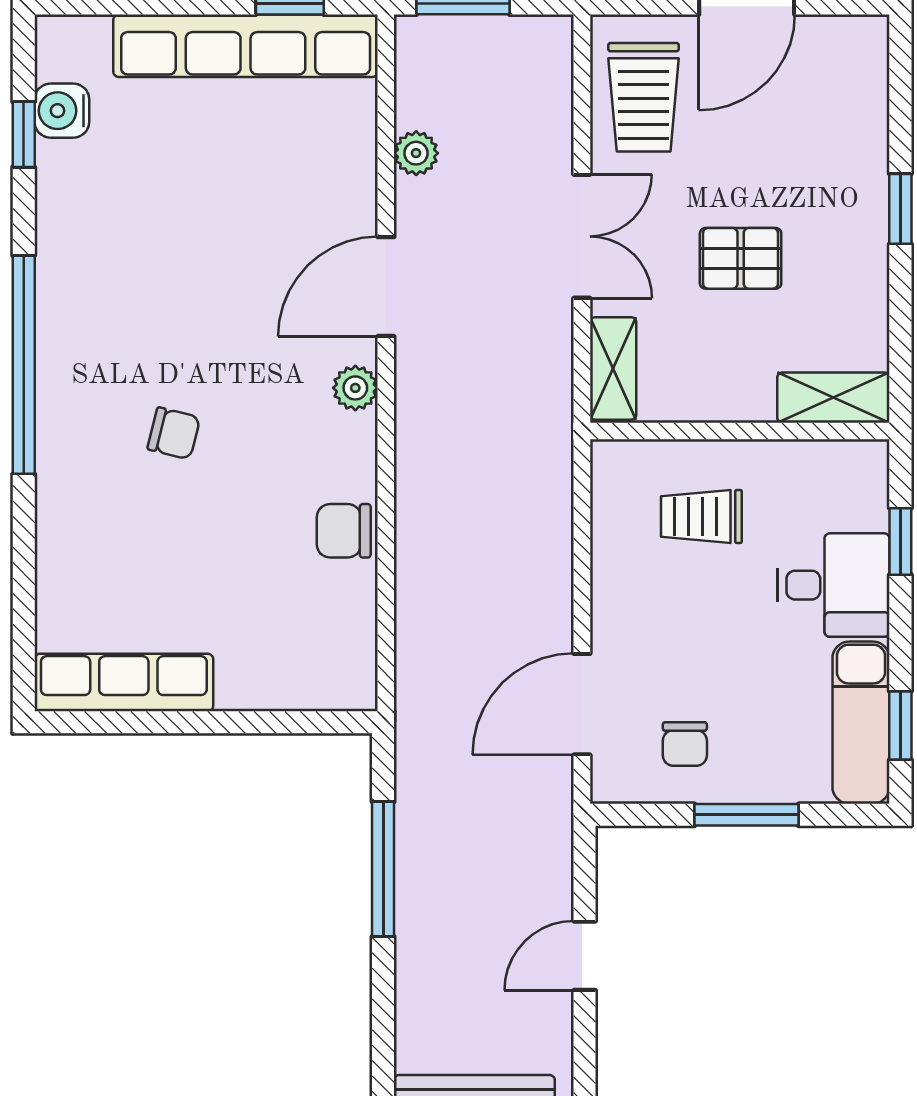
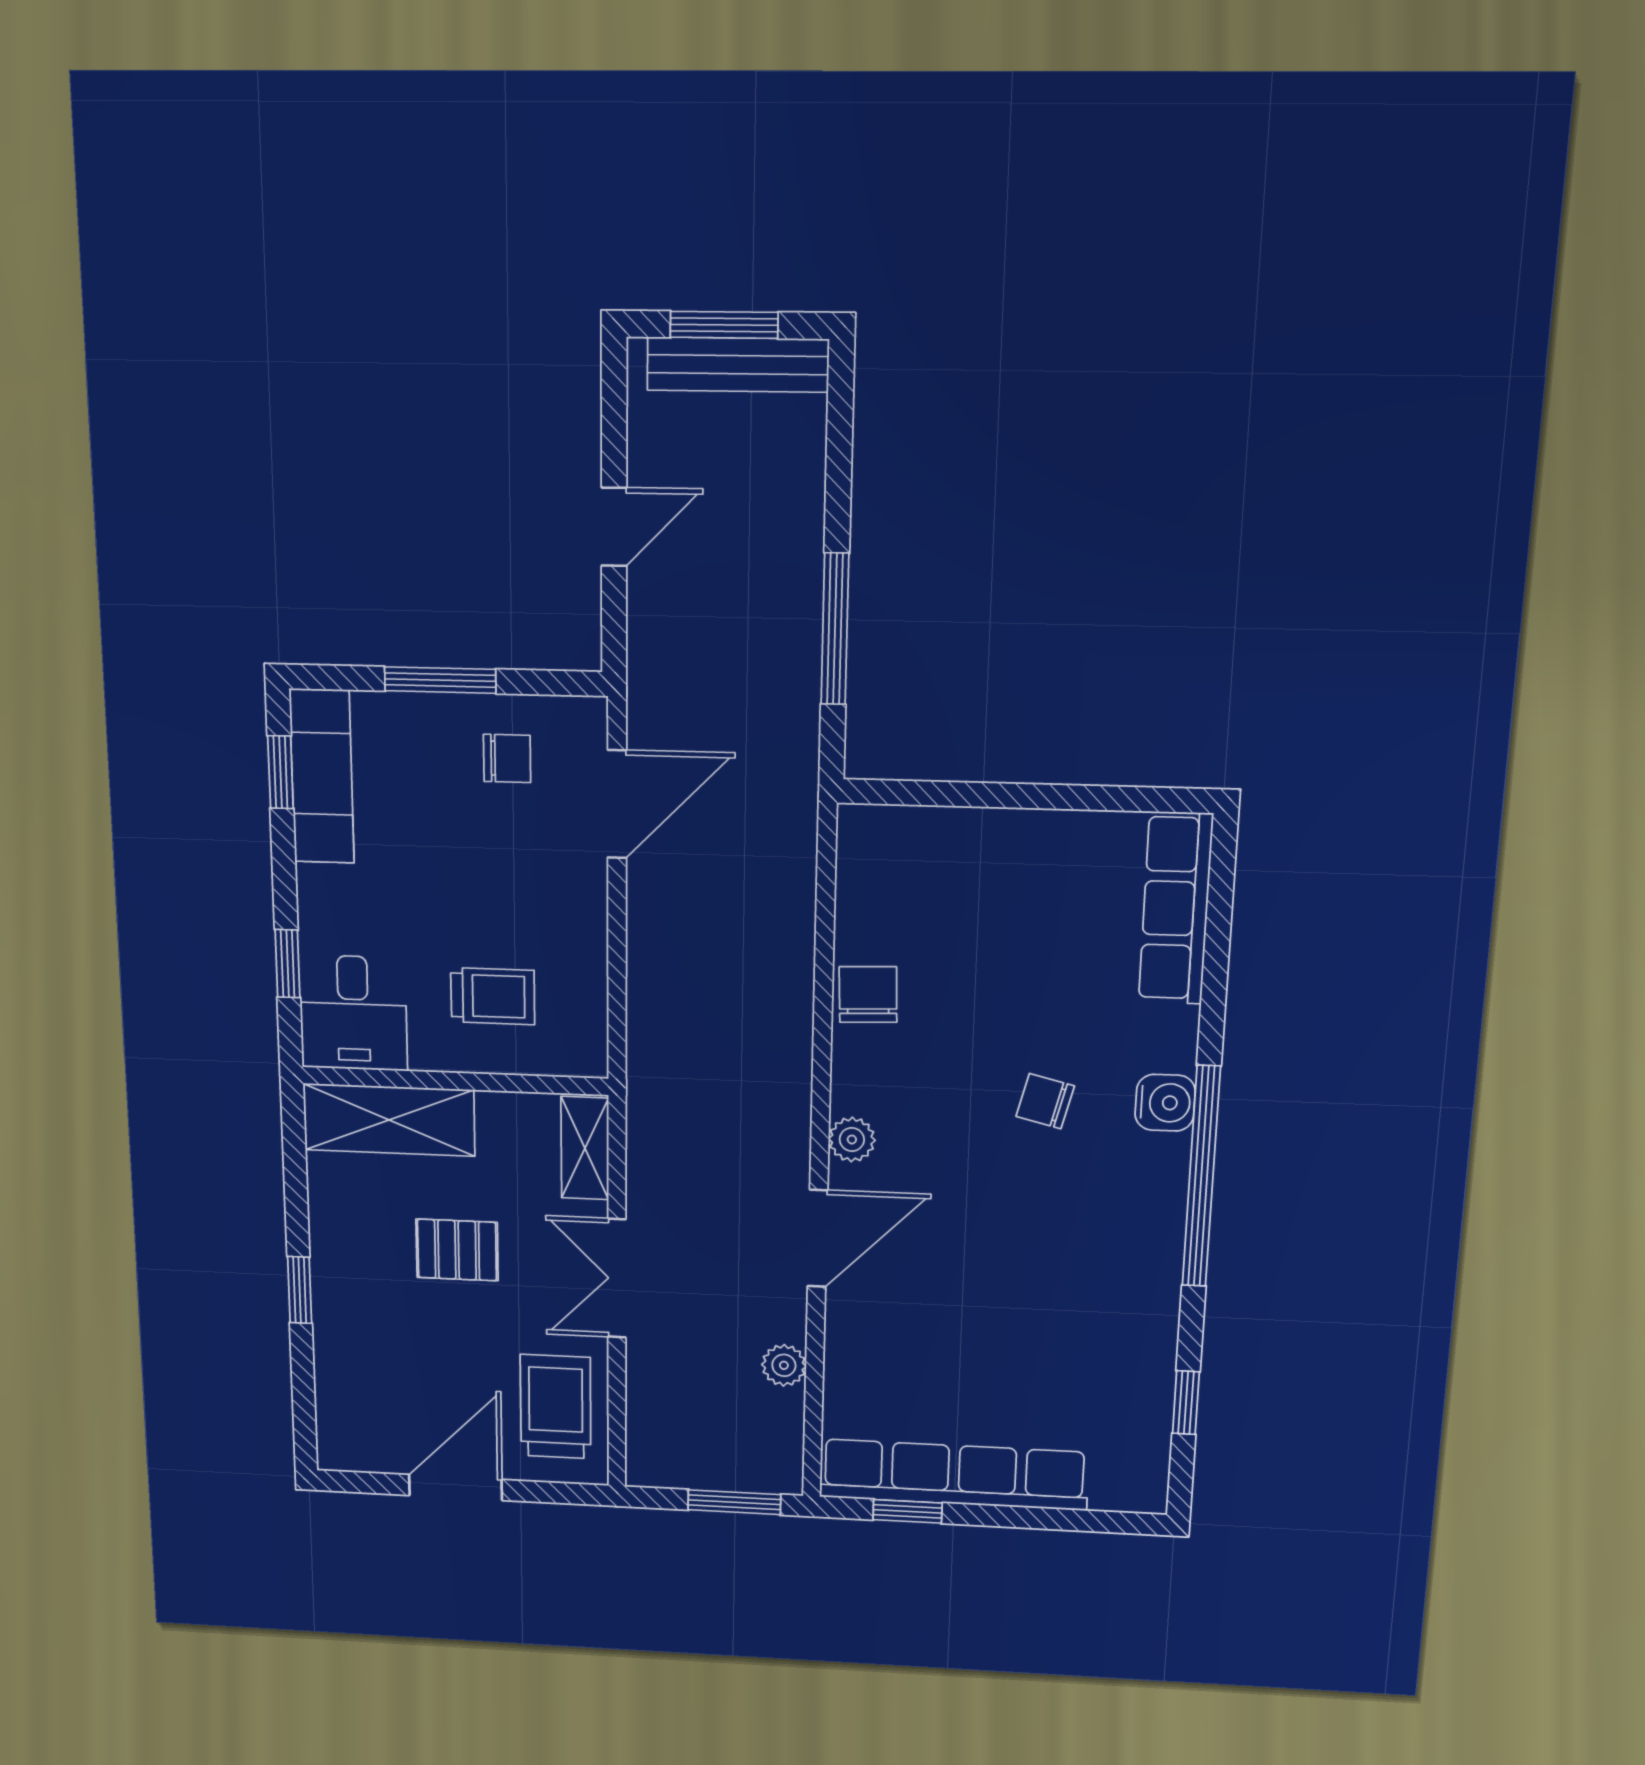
water cooler: (62, 111) -> (1165, 1103), moved
shelving: (833, 398) -> (389, 1120), width x1.50, depth x1.33
chair: (344, 531) -> (868, 995), turned -92
desk: (834, 585) -> (353, 1013), moved, turned -90
row of seats: (124, 683) -> (1176, 908), moved, turned 90
chair: (685, 744) -> (507, 758), turned 90

